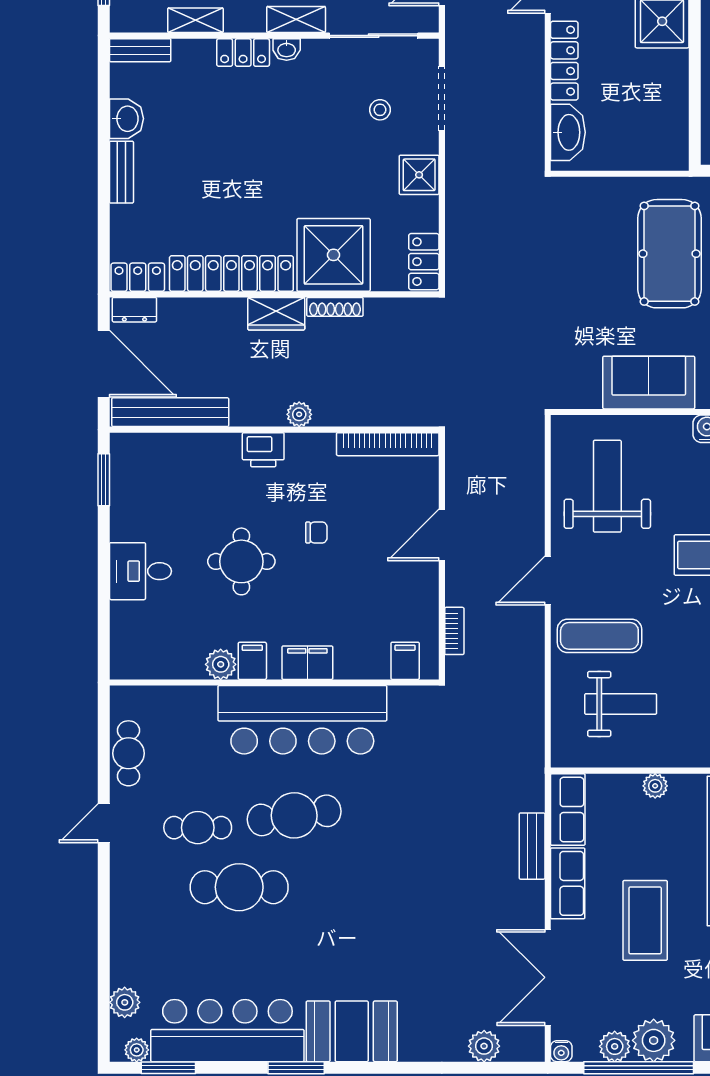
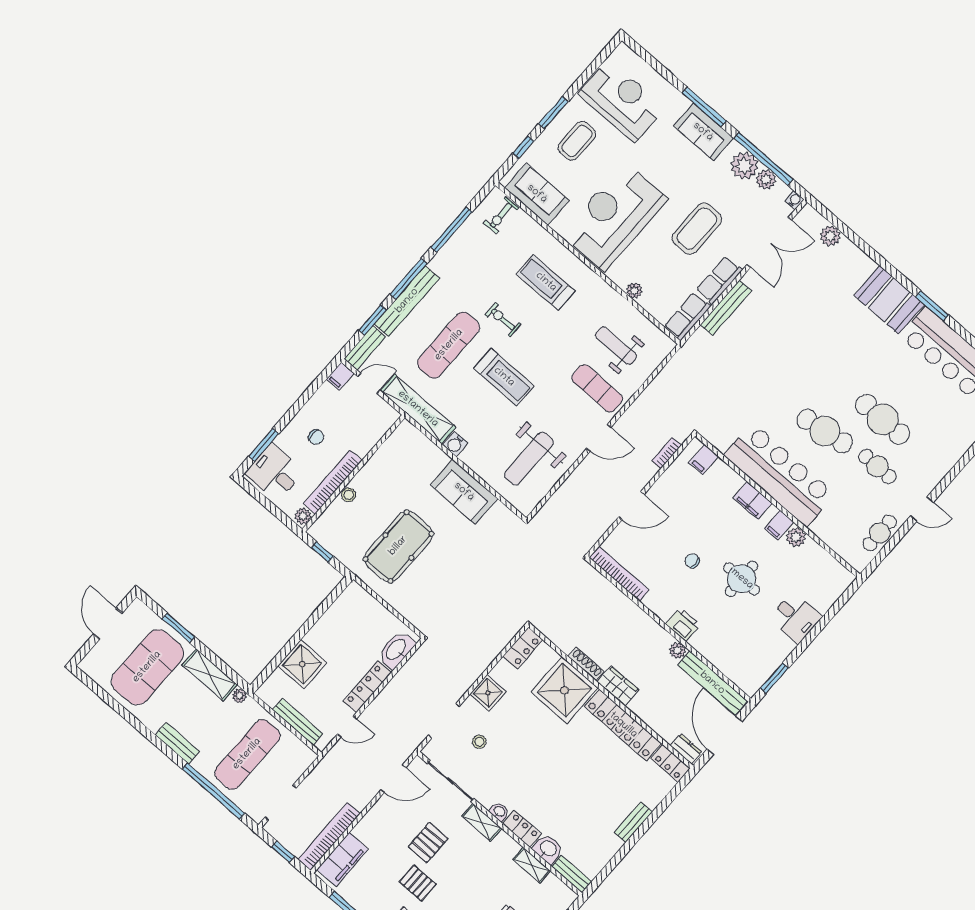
washbasin: (126, 119) -> (548, 849), moved, turned 90
plant: (299, 414) -> (677, 650), moved
bench: (532, 846) -> (726, 308), width x1.36

